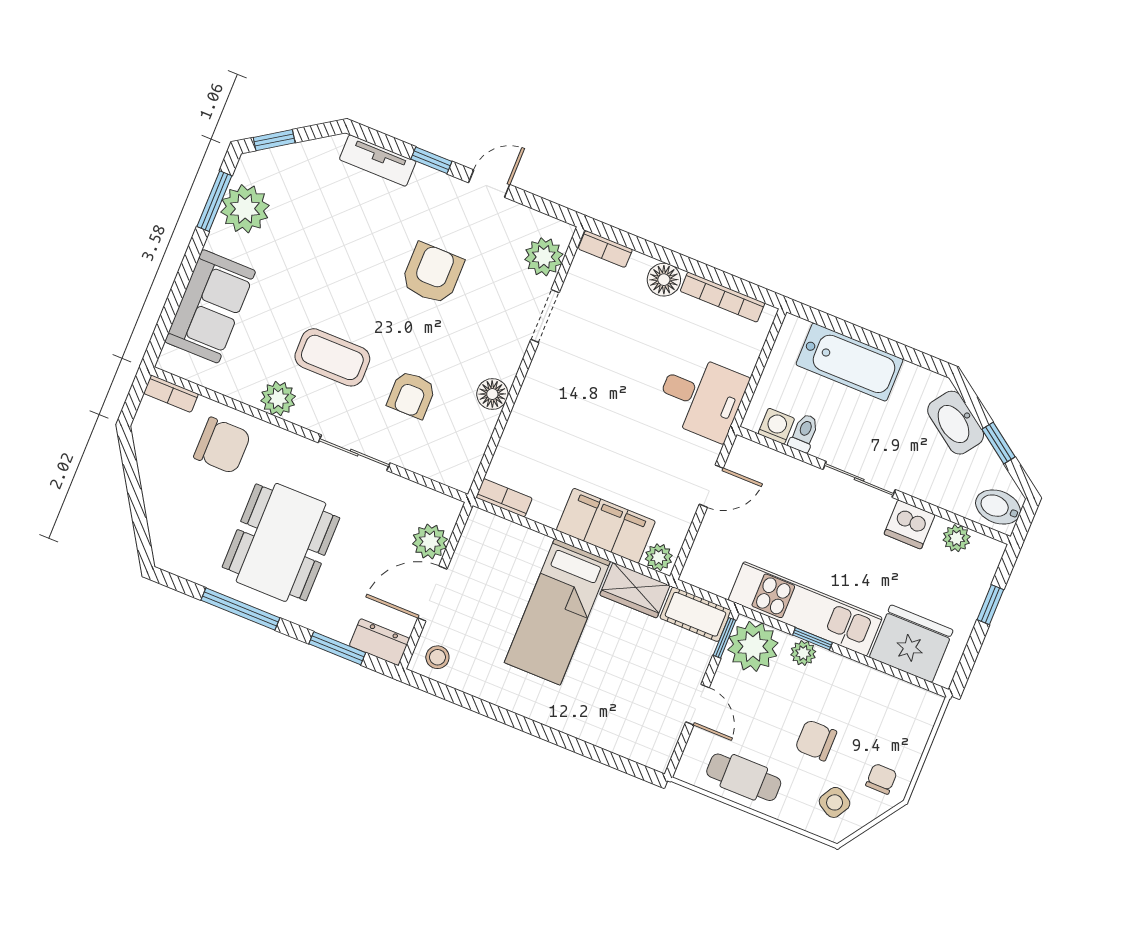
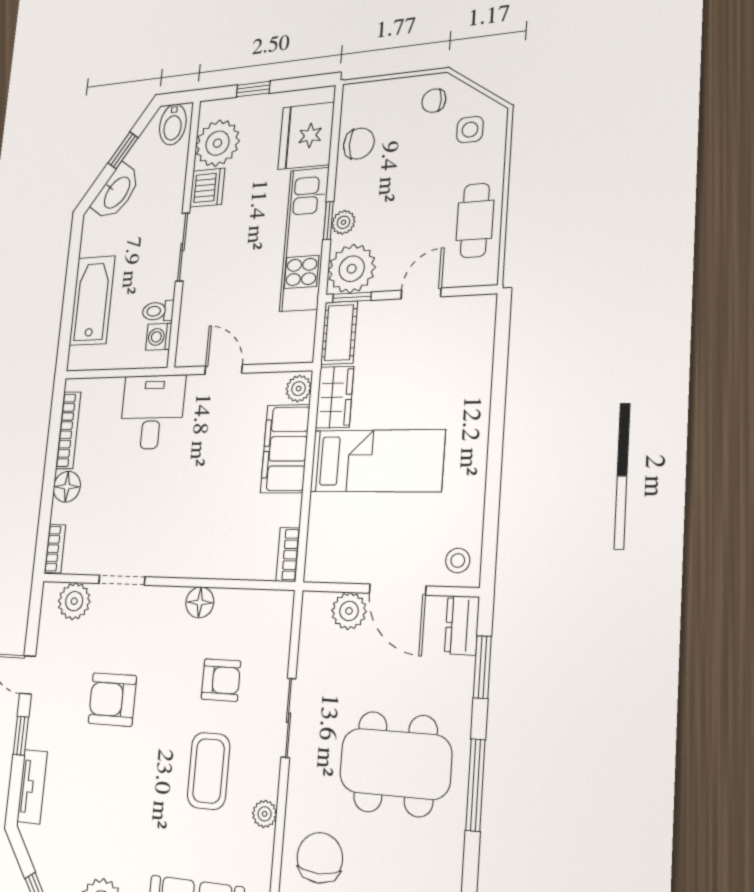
plant: (278, 399) -> (265, 814), width x0.73, depth x0.73
plant: (957, 538) -> (217, 143), width x1.88, depth x1.88
chair: (816, 740) -> (359, 144), moved, turned -90
side table: (835, 802) -> (470, 130), turned -30

